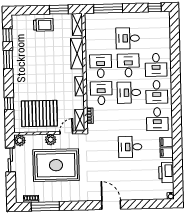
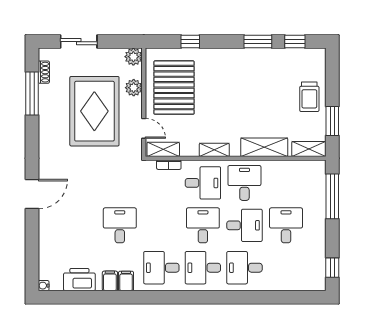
desk: (101, 66) -> (244, 183), turned -90
plant: (51, 140) -> (134, 88), moved
sliding door: (10, 160) -> (79, 42), moved

